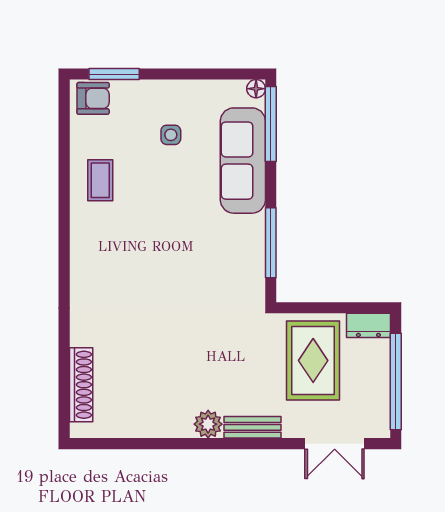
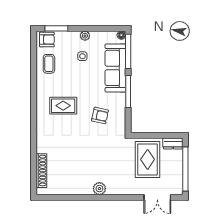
plant: (176, 90) -> (85, 36), added
coffee table: (100, 180) -> (49, 64), moved
rug: (129, 243) -> (63, 106), added
window: (271, 243) -> (128, 91), moved
armchair: (209, 264) -> (100, 115), added
bench: (253, 427) -> (120, 190), removed

